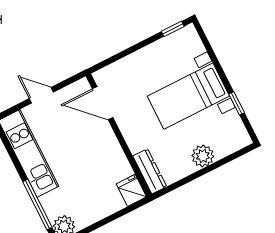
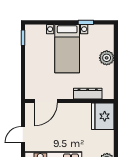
dresser: (150, 171) -> (88, 94), moved
fridge: (131, 190) -> (103, 116), width x1.88, depth x1.34

